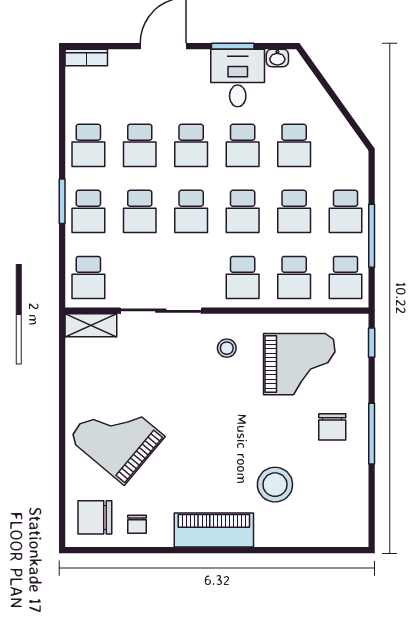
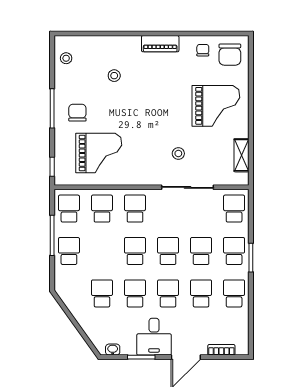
bookcase: (86, 58) -> (221, 350), moved
desk: (238, 78) -> (154, 337), moved
school desk: (294, 211) -> (102, 251), removed
shelving: (91, 325) -> (241, 155), moved, turned 90
stool: (227, 348) -> (178, 153), moved
grand piano: (299, 364) -> (99, 153), turned 180
grand piano: (117, 437) -> (216, 106), turned -40
stool: (275, 485) -> (114, 76), width x0.53, depth x0.53
stool: (350, 512) -> (66, 58), added
chair: (95, 517) -> (230, 55), turned 90
piano: (214, 530) -> (160, 44), width x0.73, depth x0.75

